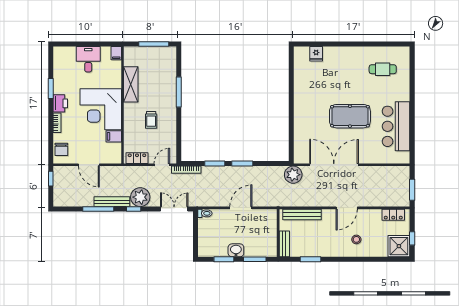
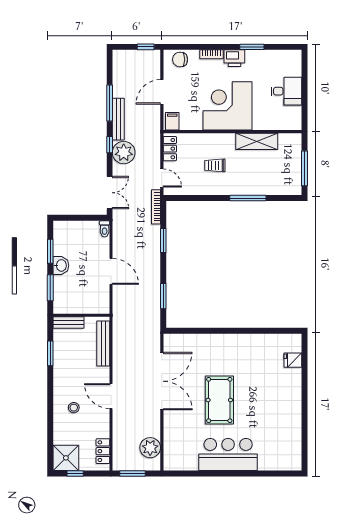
filing cabinet: (116, 53) -> (294, 124), removed
cafe table: (383, 69) -> (275, 439), removed
bar counter: (396, 126) -> (228, 454), moved
filing cabinet: (114, 136) -> (172, 121), moved
window: (242, 164) -> (163, 296), moved
plant: (293, 175) -> (150, 448), moved

